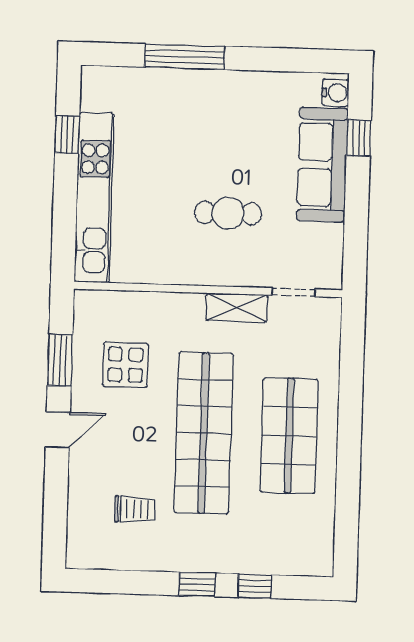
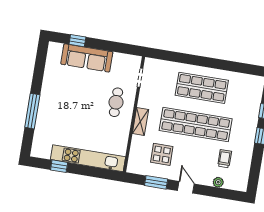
water cooler: (335, 93) -> (56, 48), removed
cafe table: (228, 213) -> (116, 102), moved
shelving: (237, 308) -> (140, 121), moved
plant: (79, 502) -> (218, 182), added

